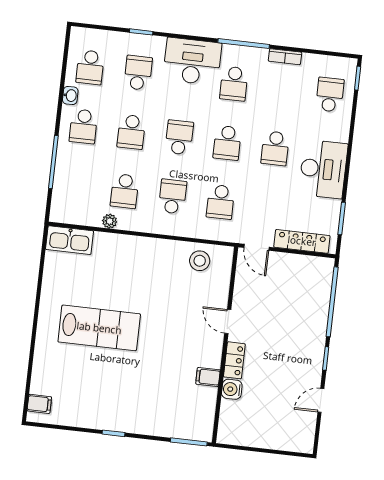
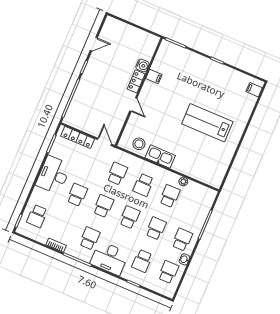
school desk: (179, 137) -> (130, 217), turned 180
kitchen sink: (69, 240) -> (160, 157), moved

